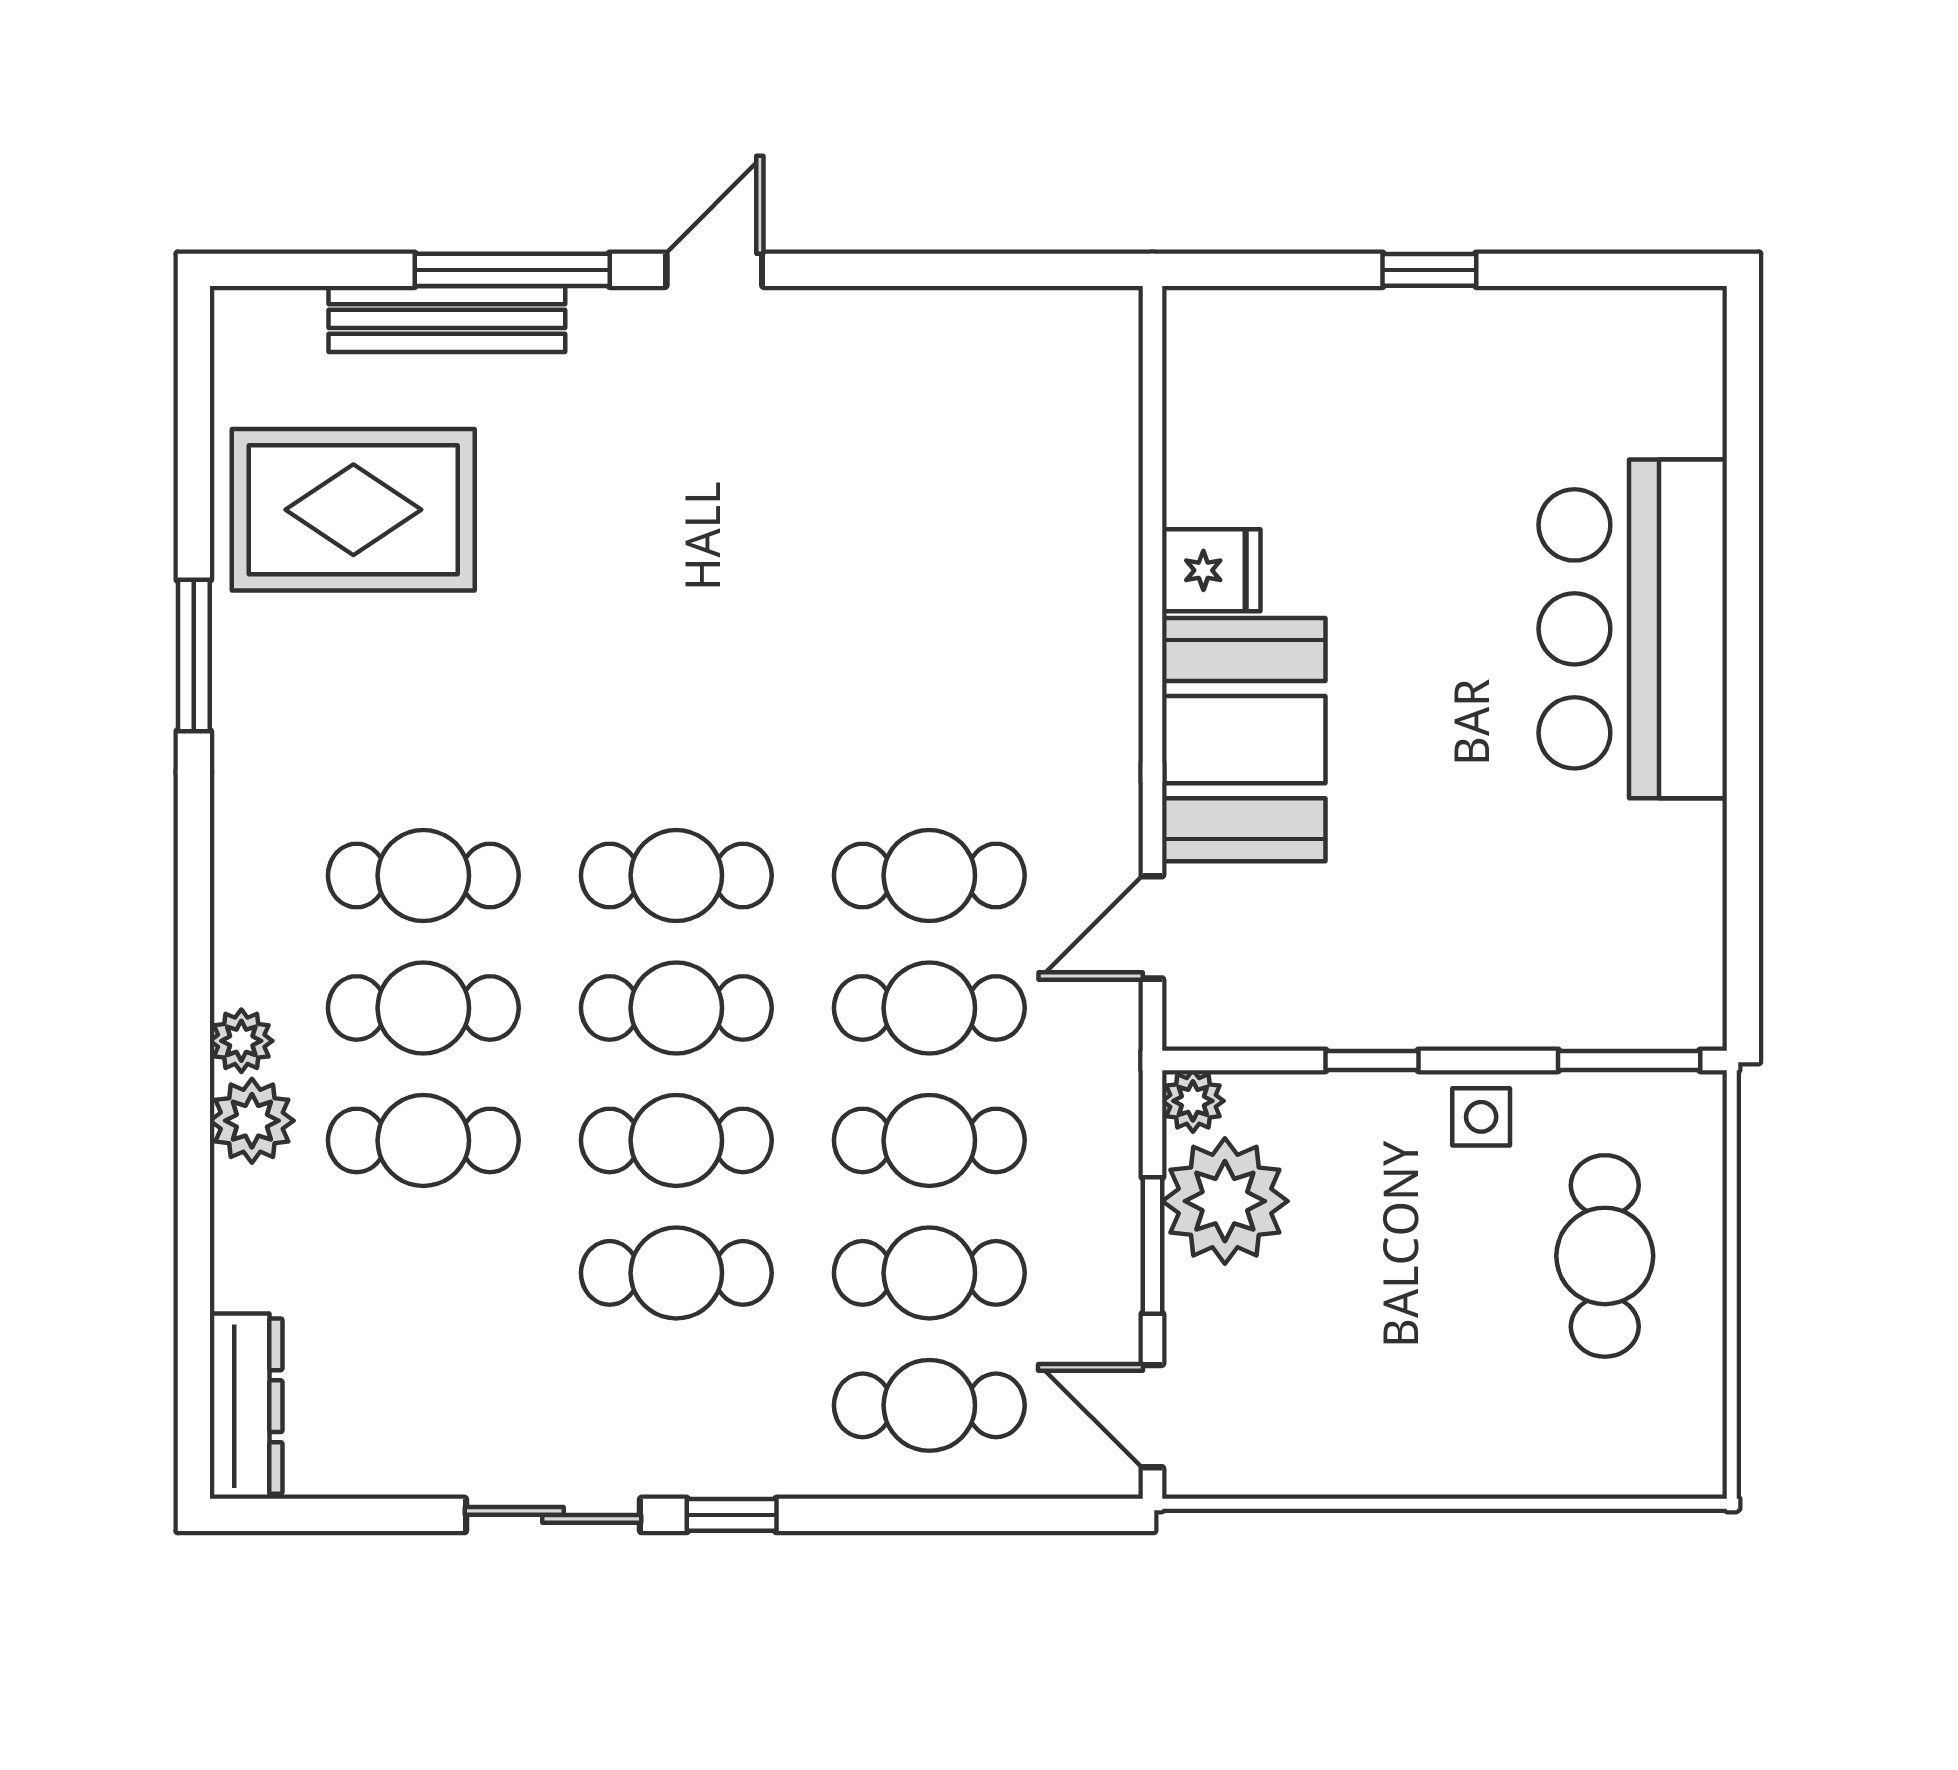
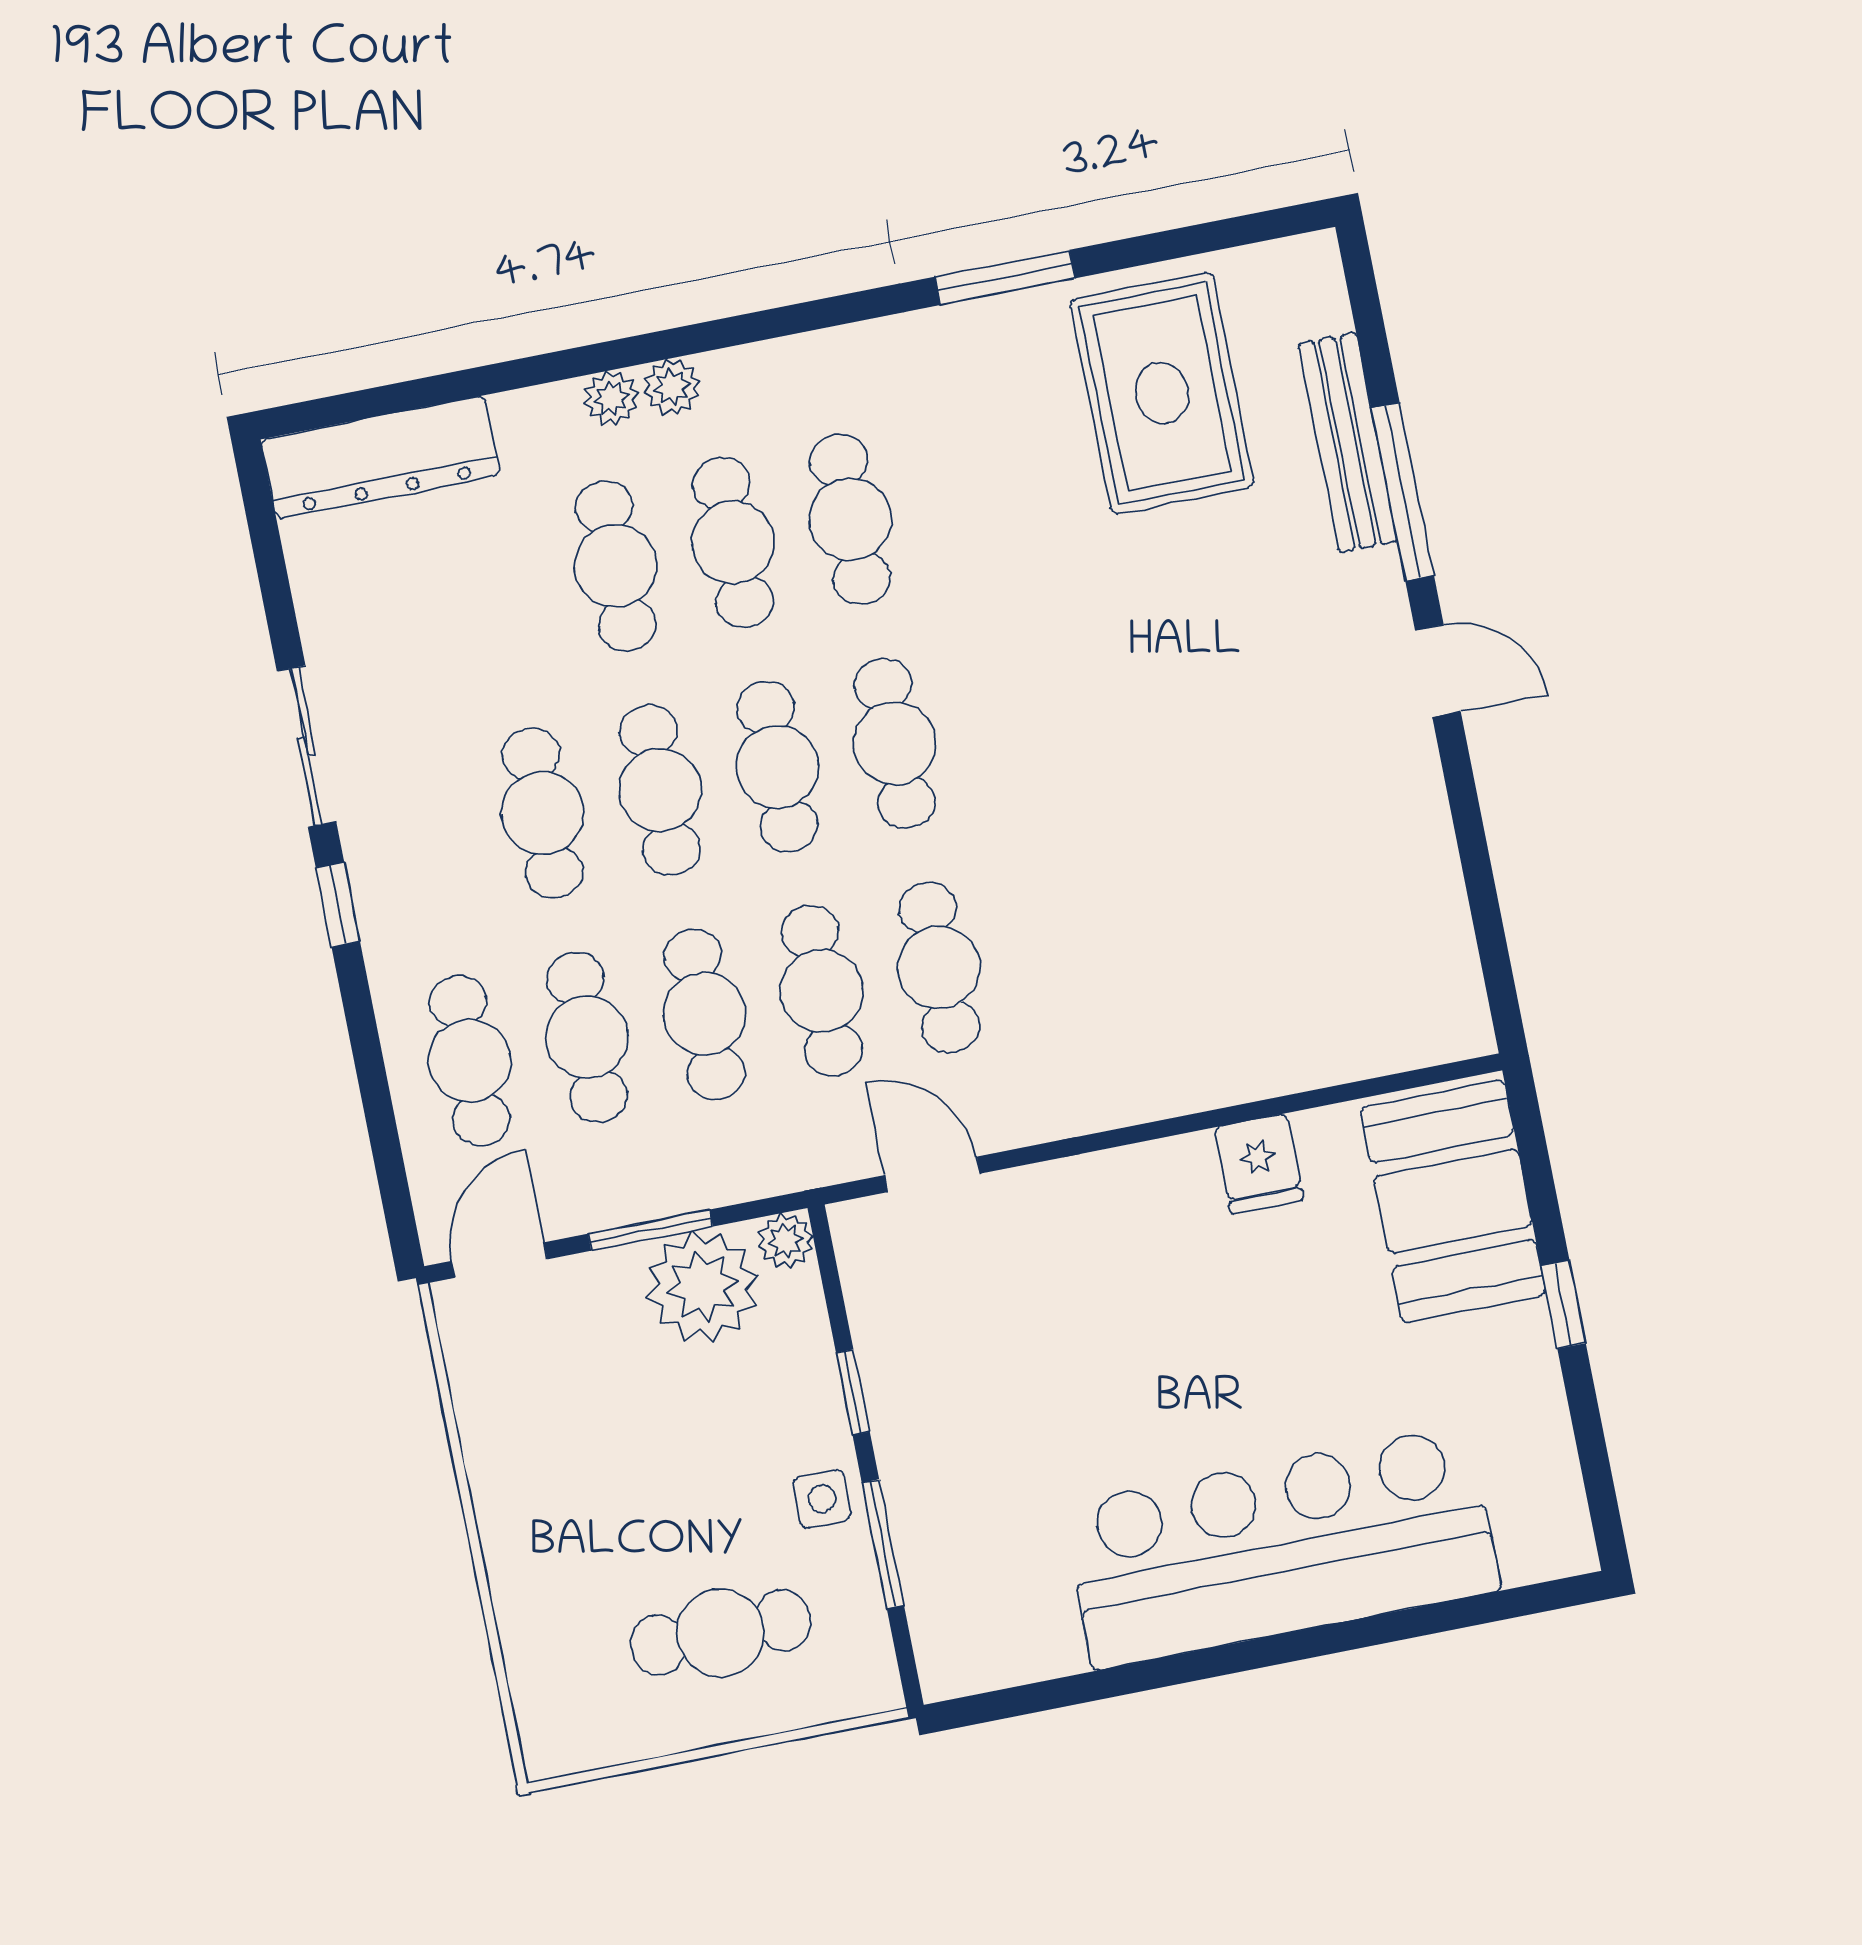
bar counter: (1633, 629) -> (1281, 1548), width x1.36
booth: (1244, 740) -> (1453, 1201), moved, turned 90
window: (1629, 1060) -> (883, 1544), moved
plant: (252, 1121) -> (611, 398), width x0.73, depth x0.73
dresser: (246, 1406) -> (381, 457), width x1.37, depth x1.24

